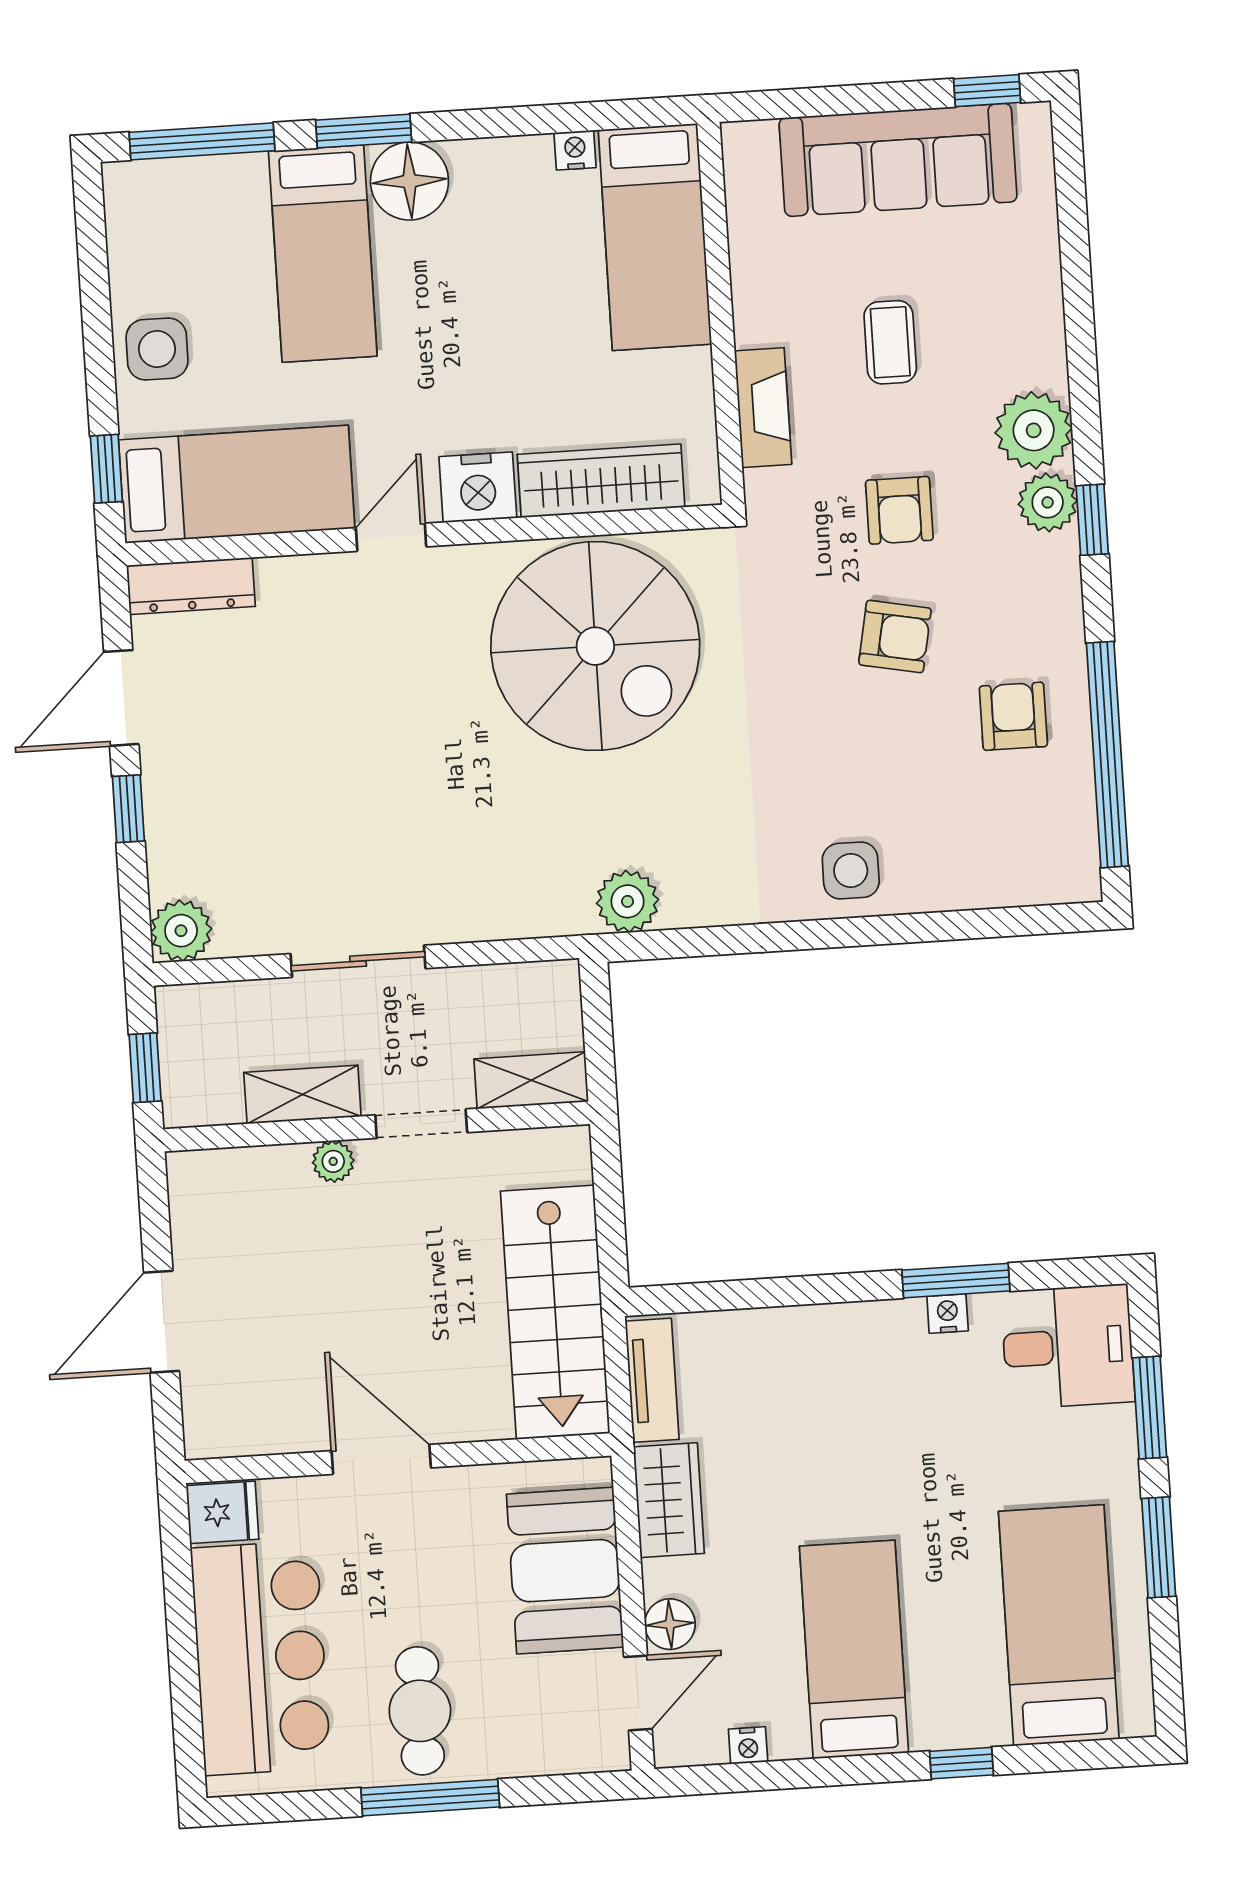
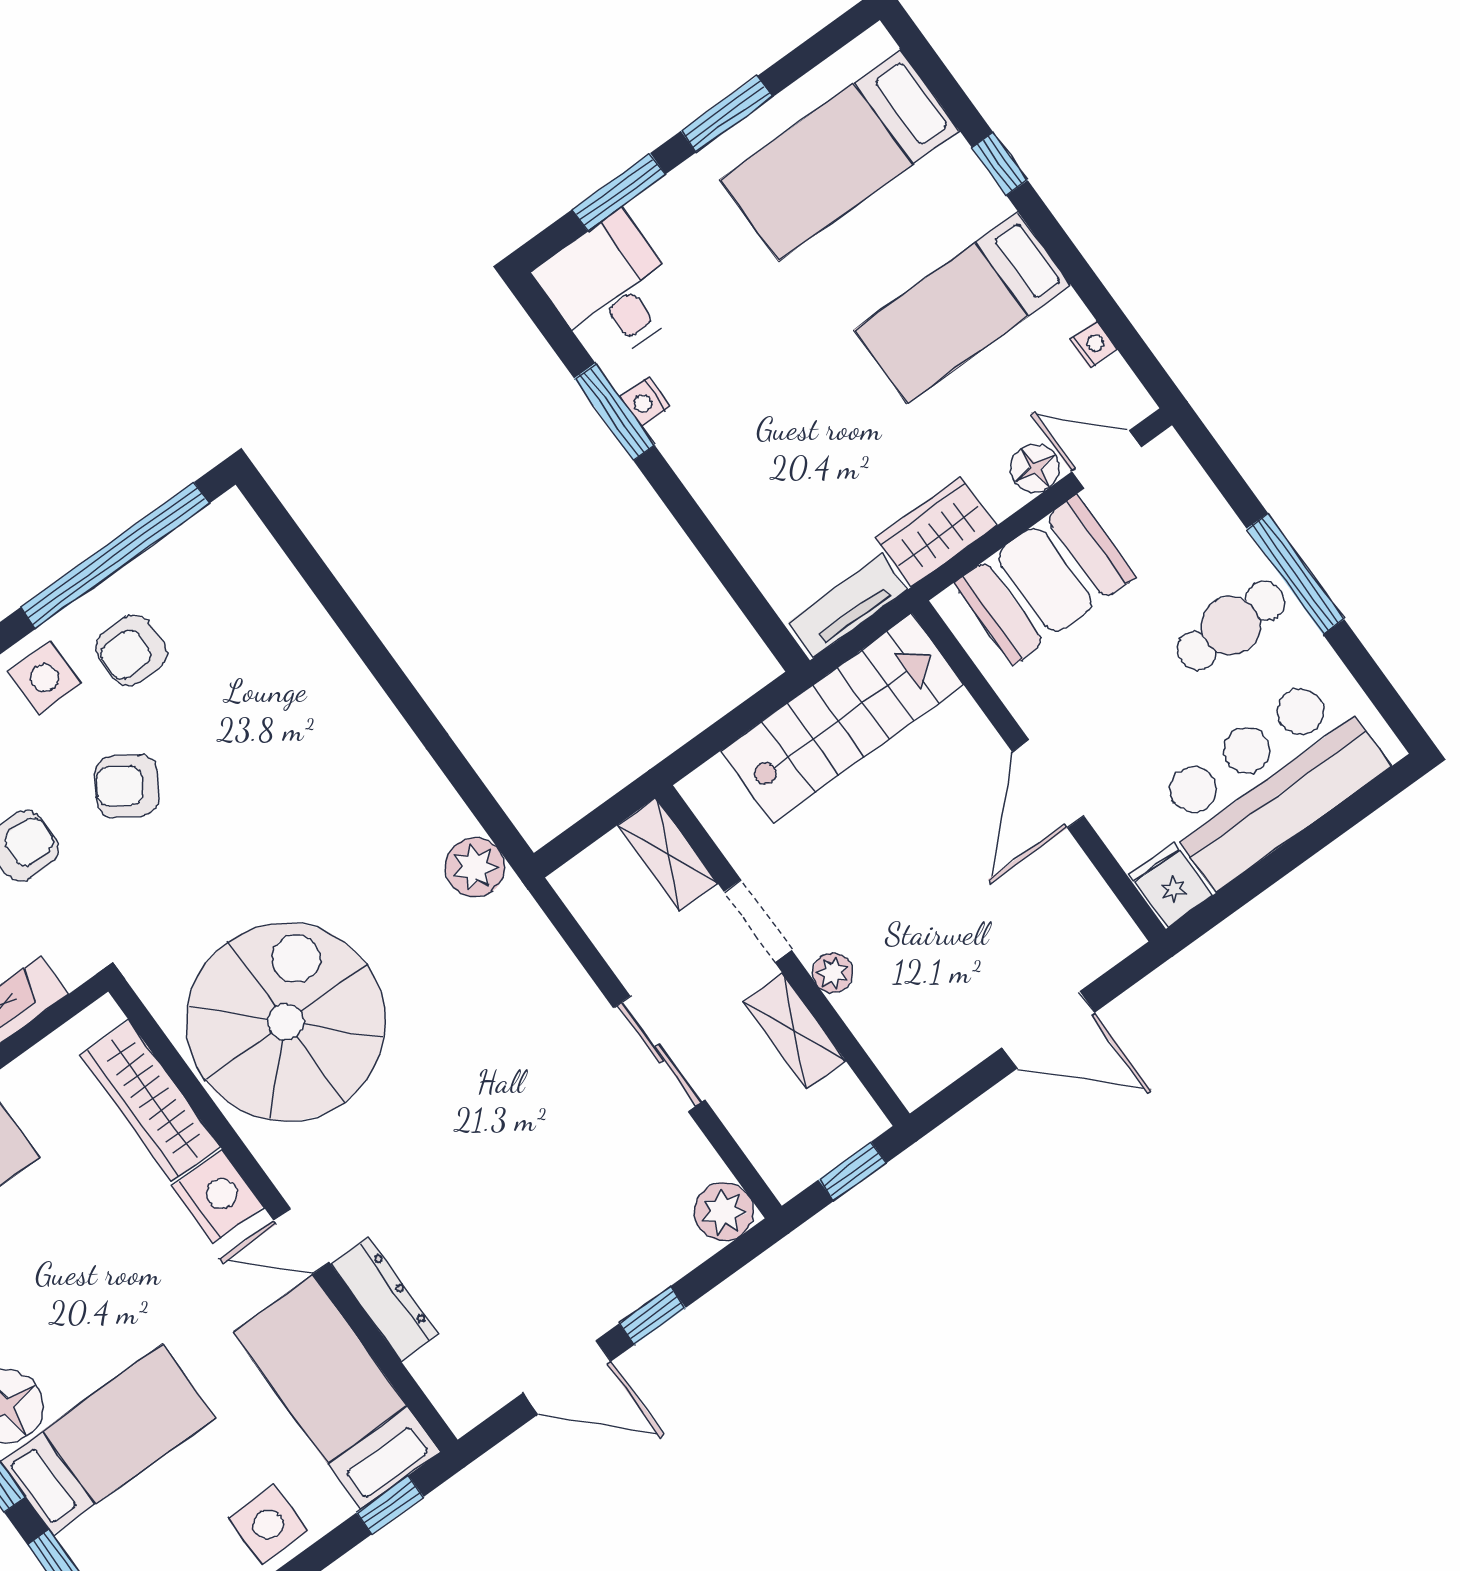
dresser: (191, 586) -> (385, 1299), moved
armchair: (895, 636) -> (127, 786), turned -67
side table: (851, 870) -> (45, 678), moved

